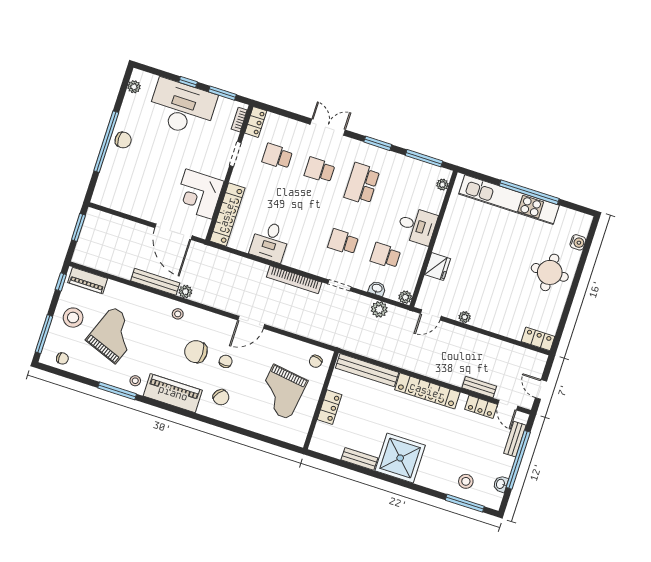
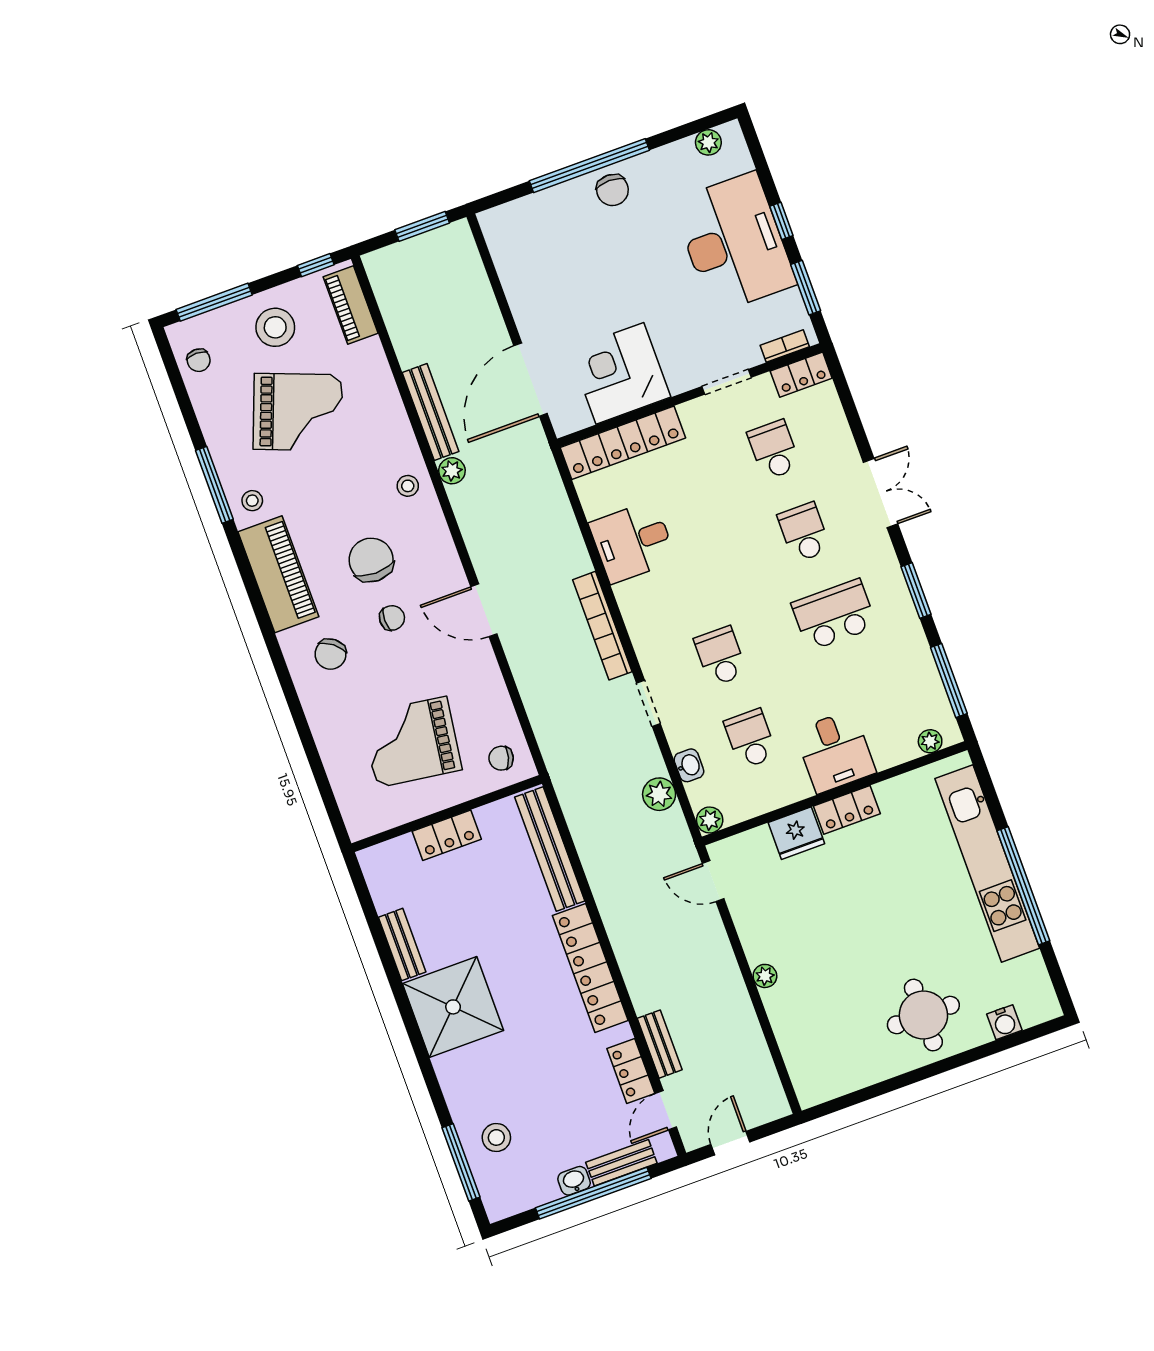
plant: (465, 317) -> (765, 976), moved
locker: (538, 339) -> (847, 810), moved, turned 90
washbasin: (501, 484) -> (574, 1181), moved

